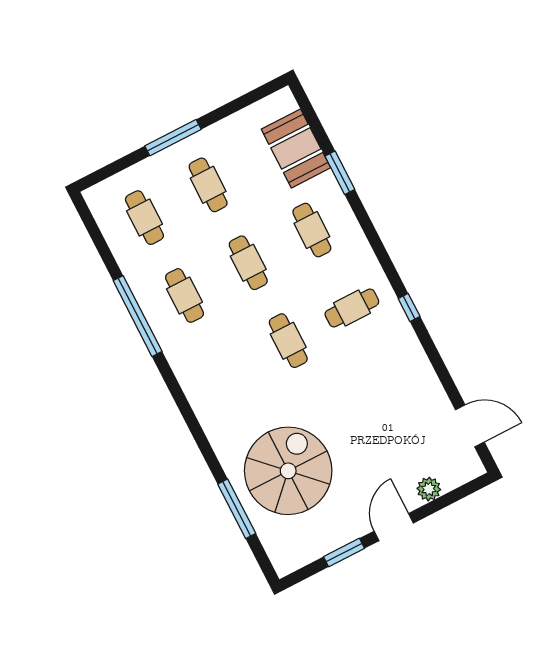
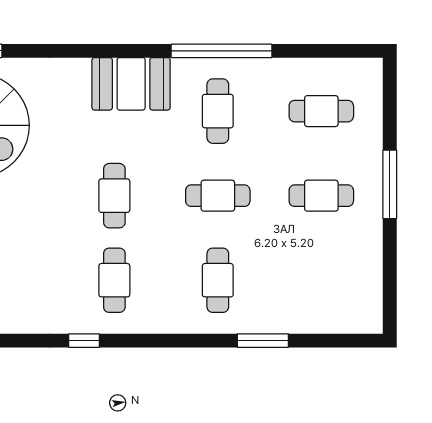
booth: (296, 148) -> (131, 84), moved
cafe table: (312, 230) -> (218, 280), turned 90
cafe table: (184, 295) -> (218, 111), turned 90
cafe table: (288, 341) -> (114, 196), turned 90

